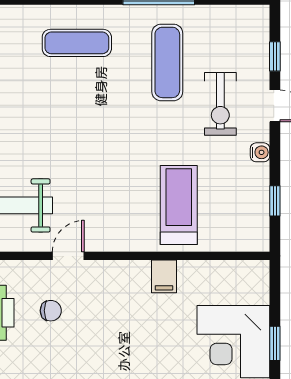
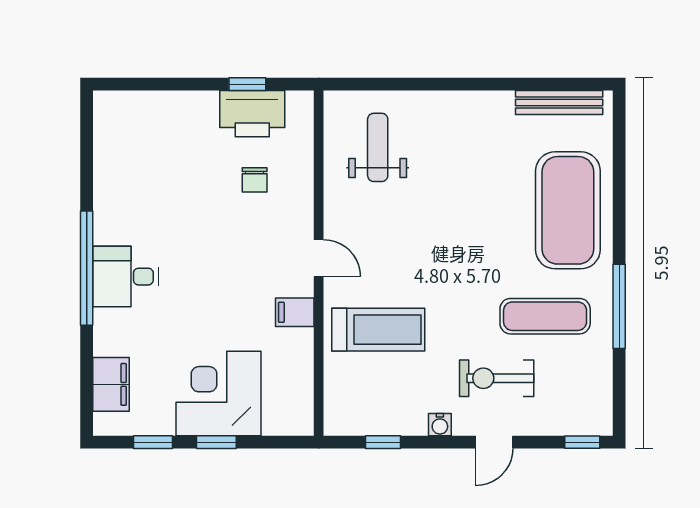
exercise mat: (77, 43) -> (568, 210), width x2.00, depth x1.45
window: (275, 56) -> (582, 442), moved
door: (68, 256) -> (319, 258), moved

